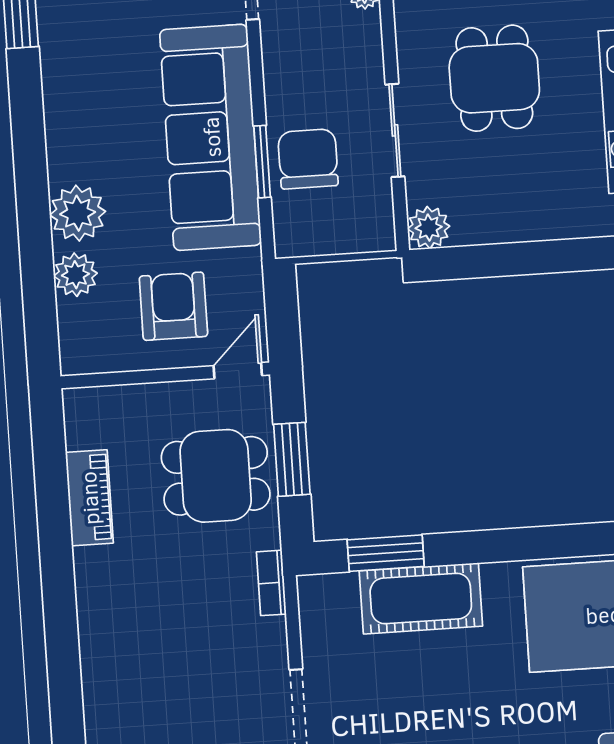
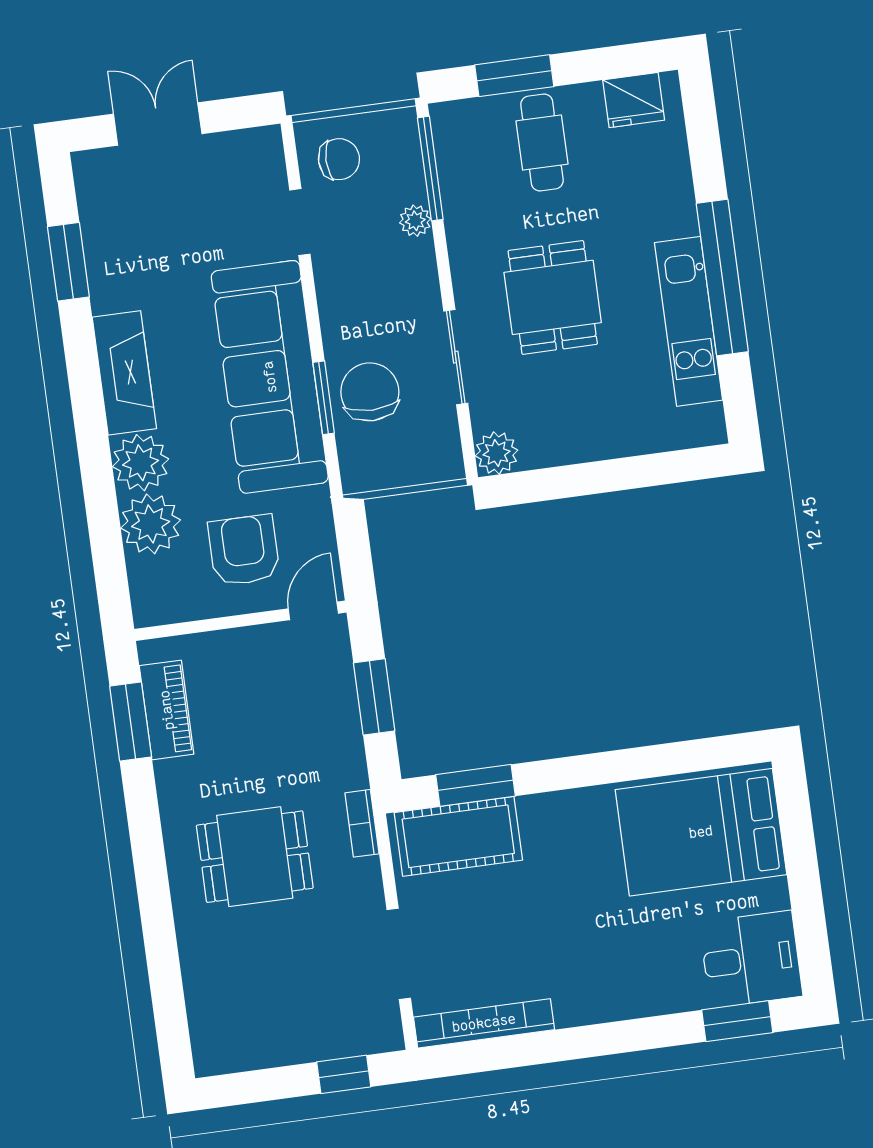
fireplace: (68, 124) -> (124, 373), added
plant: (75, 275) -> (151, 524), width x1.36, depth x1.36
window: (50, 467) -> (131, 721), added
dining table: (216, 476) -> (255, 857), moved
piano: (89, 498) -> (167, 710), moved
cot: (421, 598) -> (458, 836), moved

